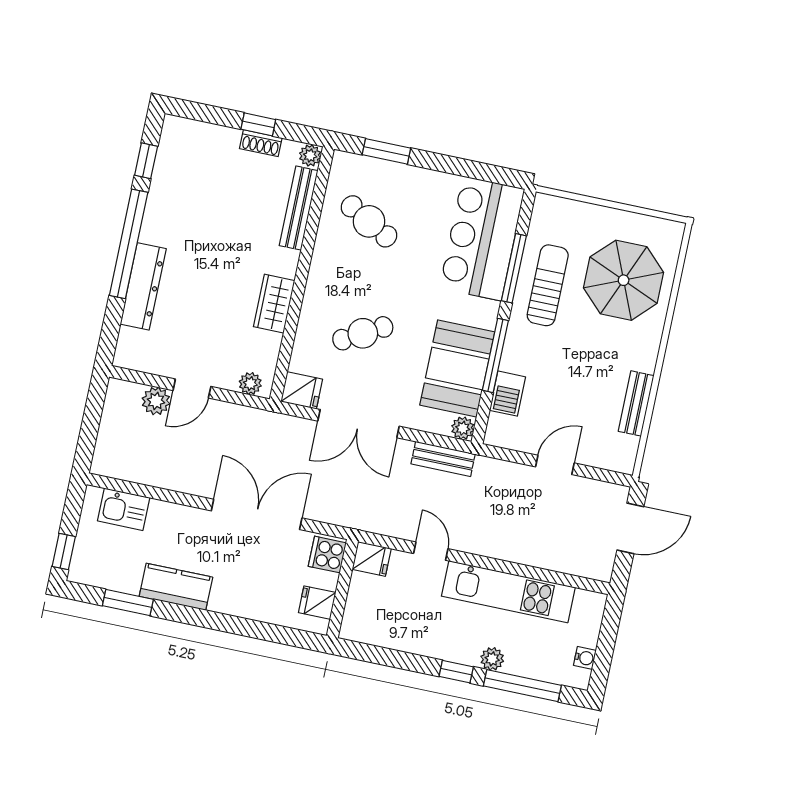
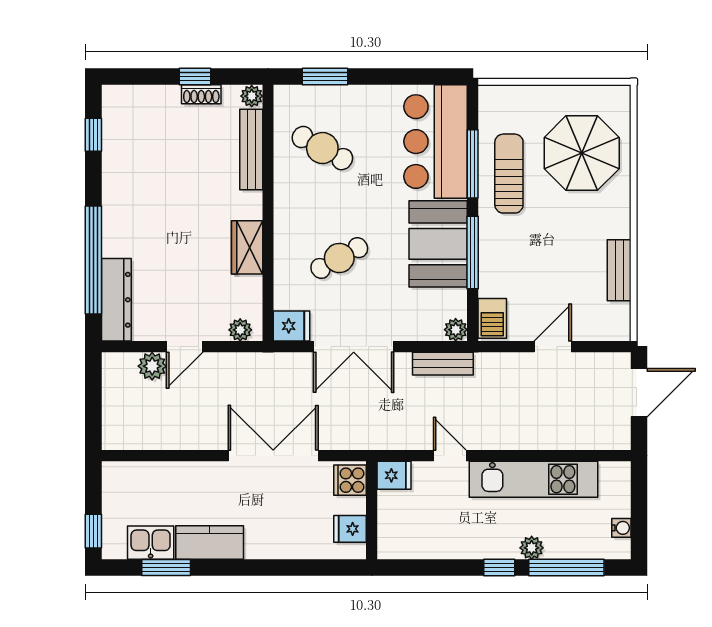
window: (129, 244) -> (93, 260), moved
dresser: (143, 286) -> (116, 300), moved
booth: (457, 368) -> (438, 244), moved
barbecue: (508, 394) -> (492, 318), moved
kitchen sink: (124, 509) -> (151, 543), moved, turned 180

